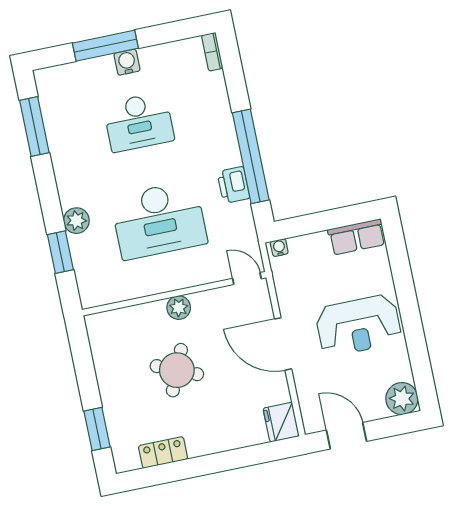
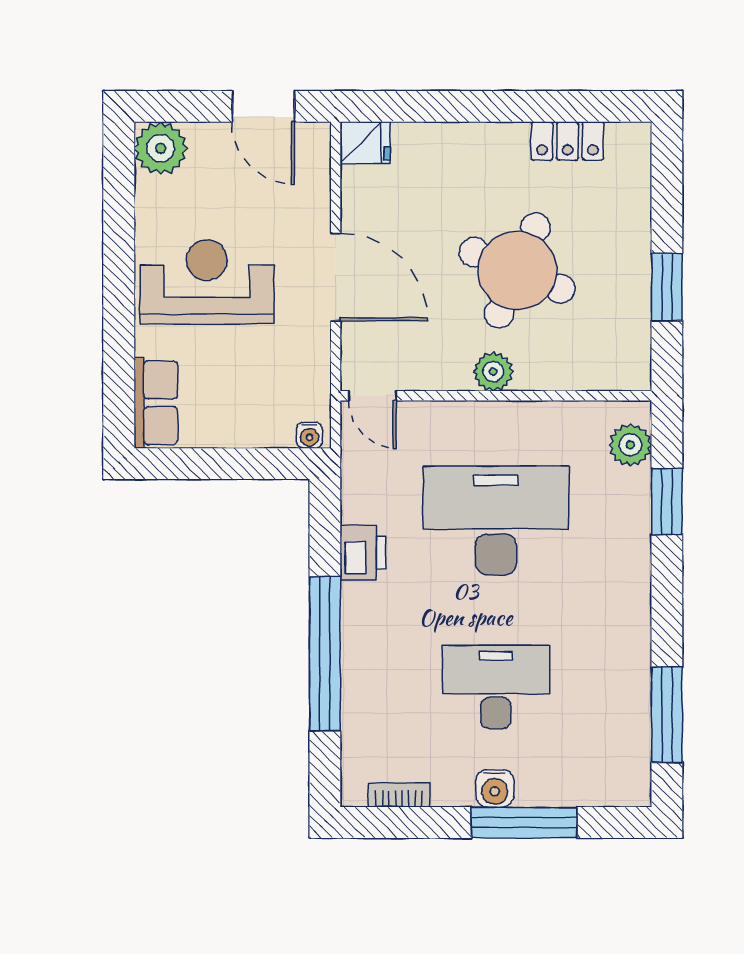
bookcase: (212, 52) -> (399, 795), moved, turned -90
window: (251, 156) -> (325, 654), moved
plant: (76, 221) -> (630, 445), moved
row of seats: (357, 237) -> (156, 403), moved, turned 90
round table: (177, 370) -> (517, 270), width x1.36, depth x1.36
fridge: (281, 422) -> (365, 143), width x0.72
window: (97, 429) -> (667, 287), moved

